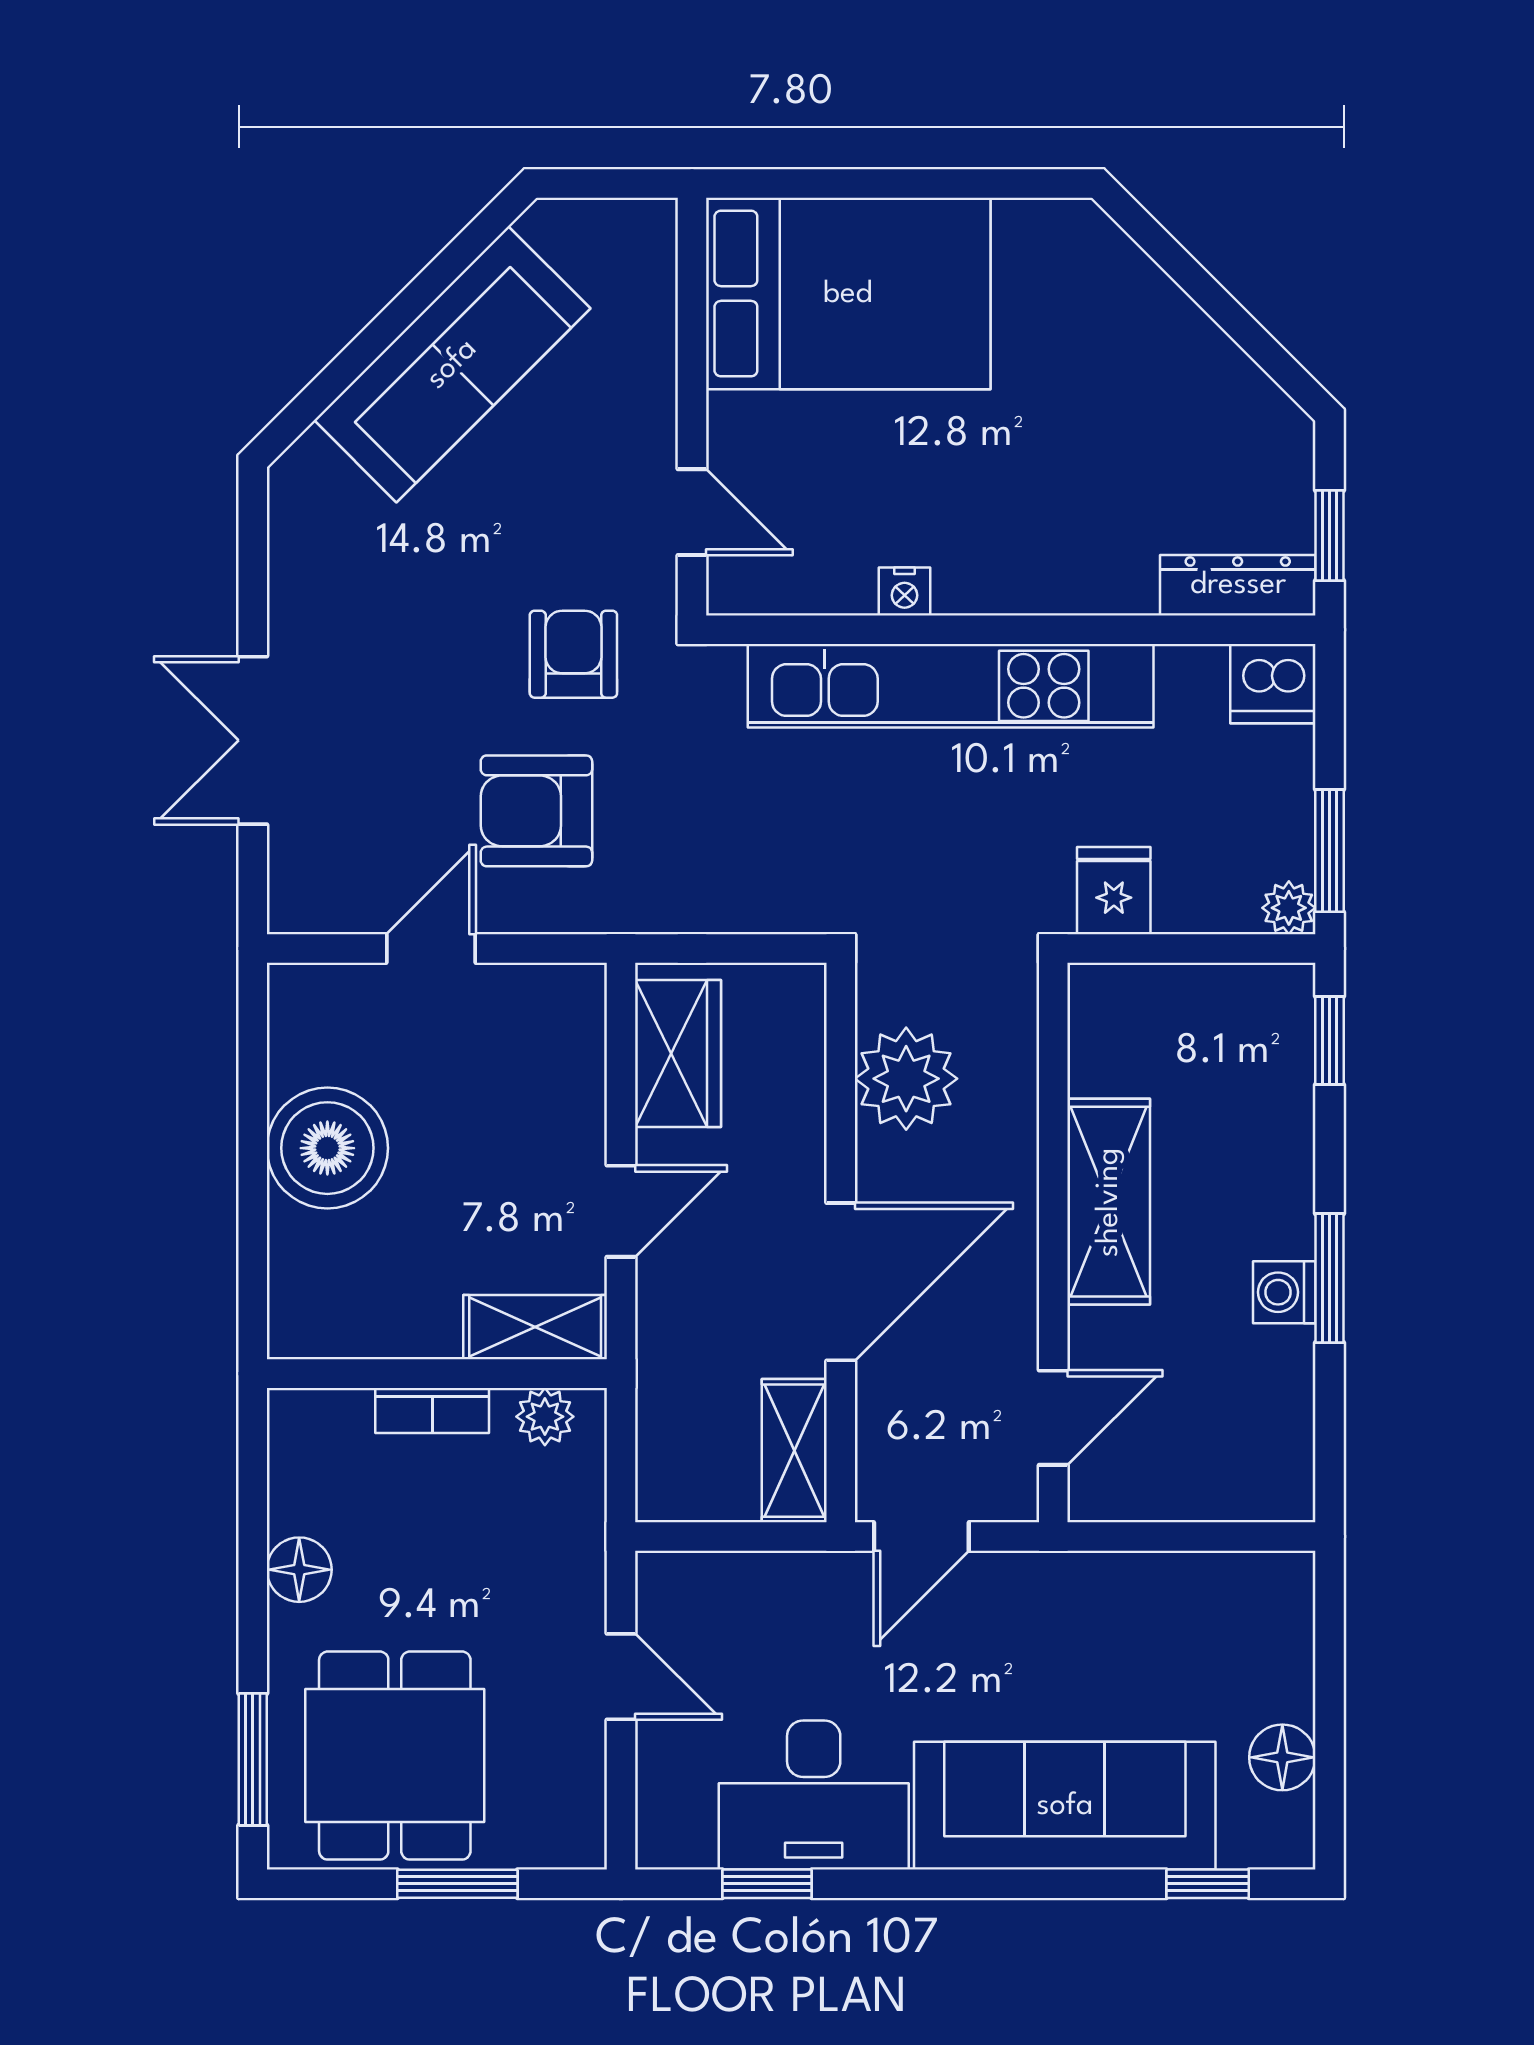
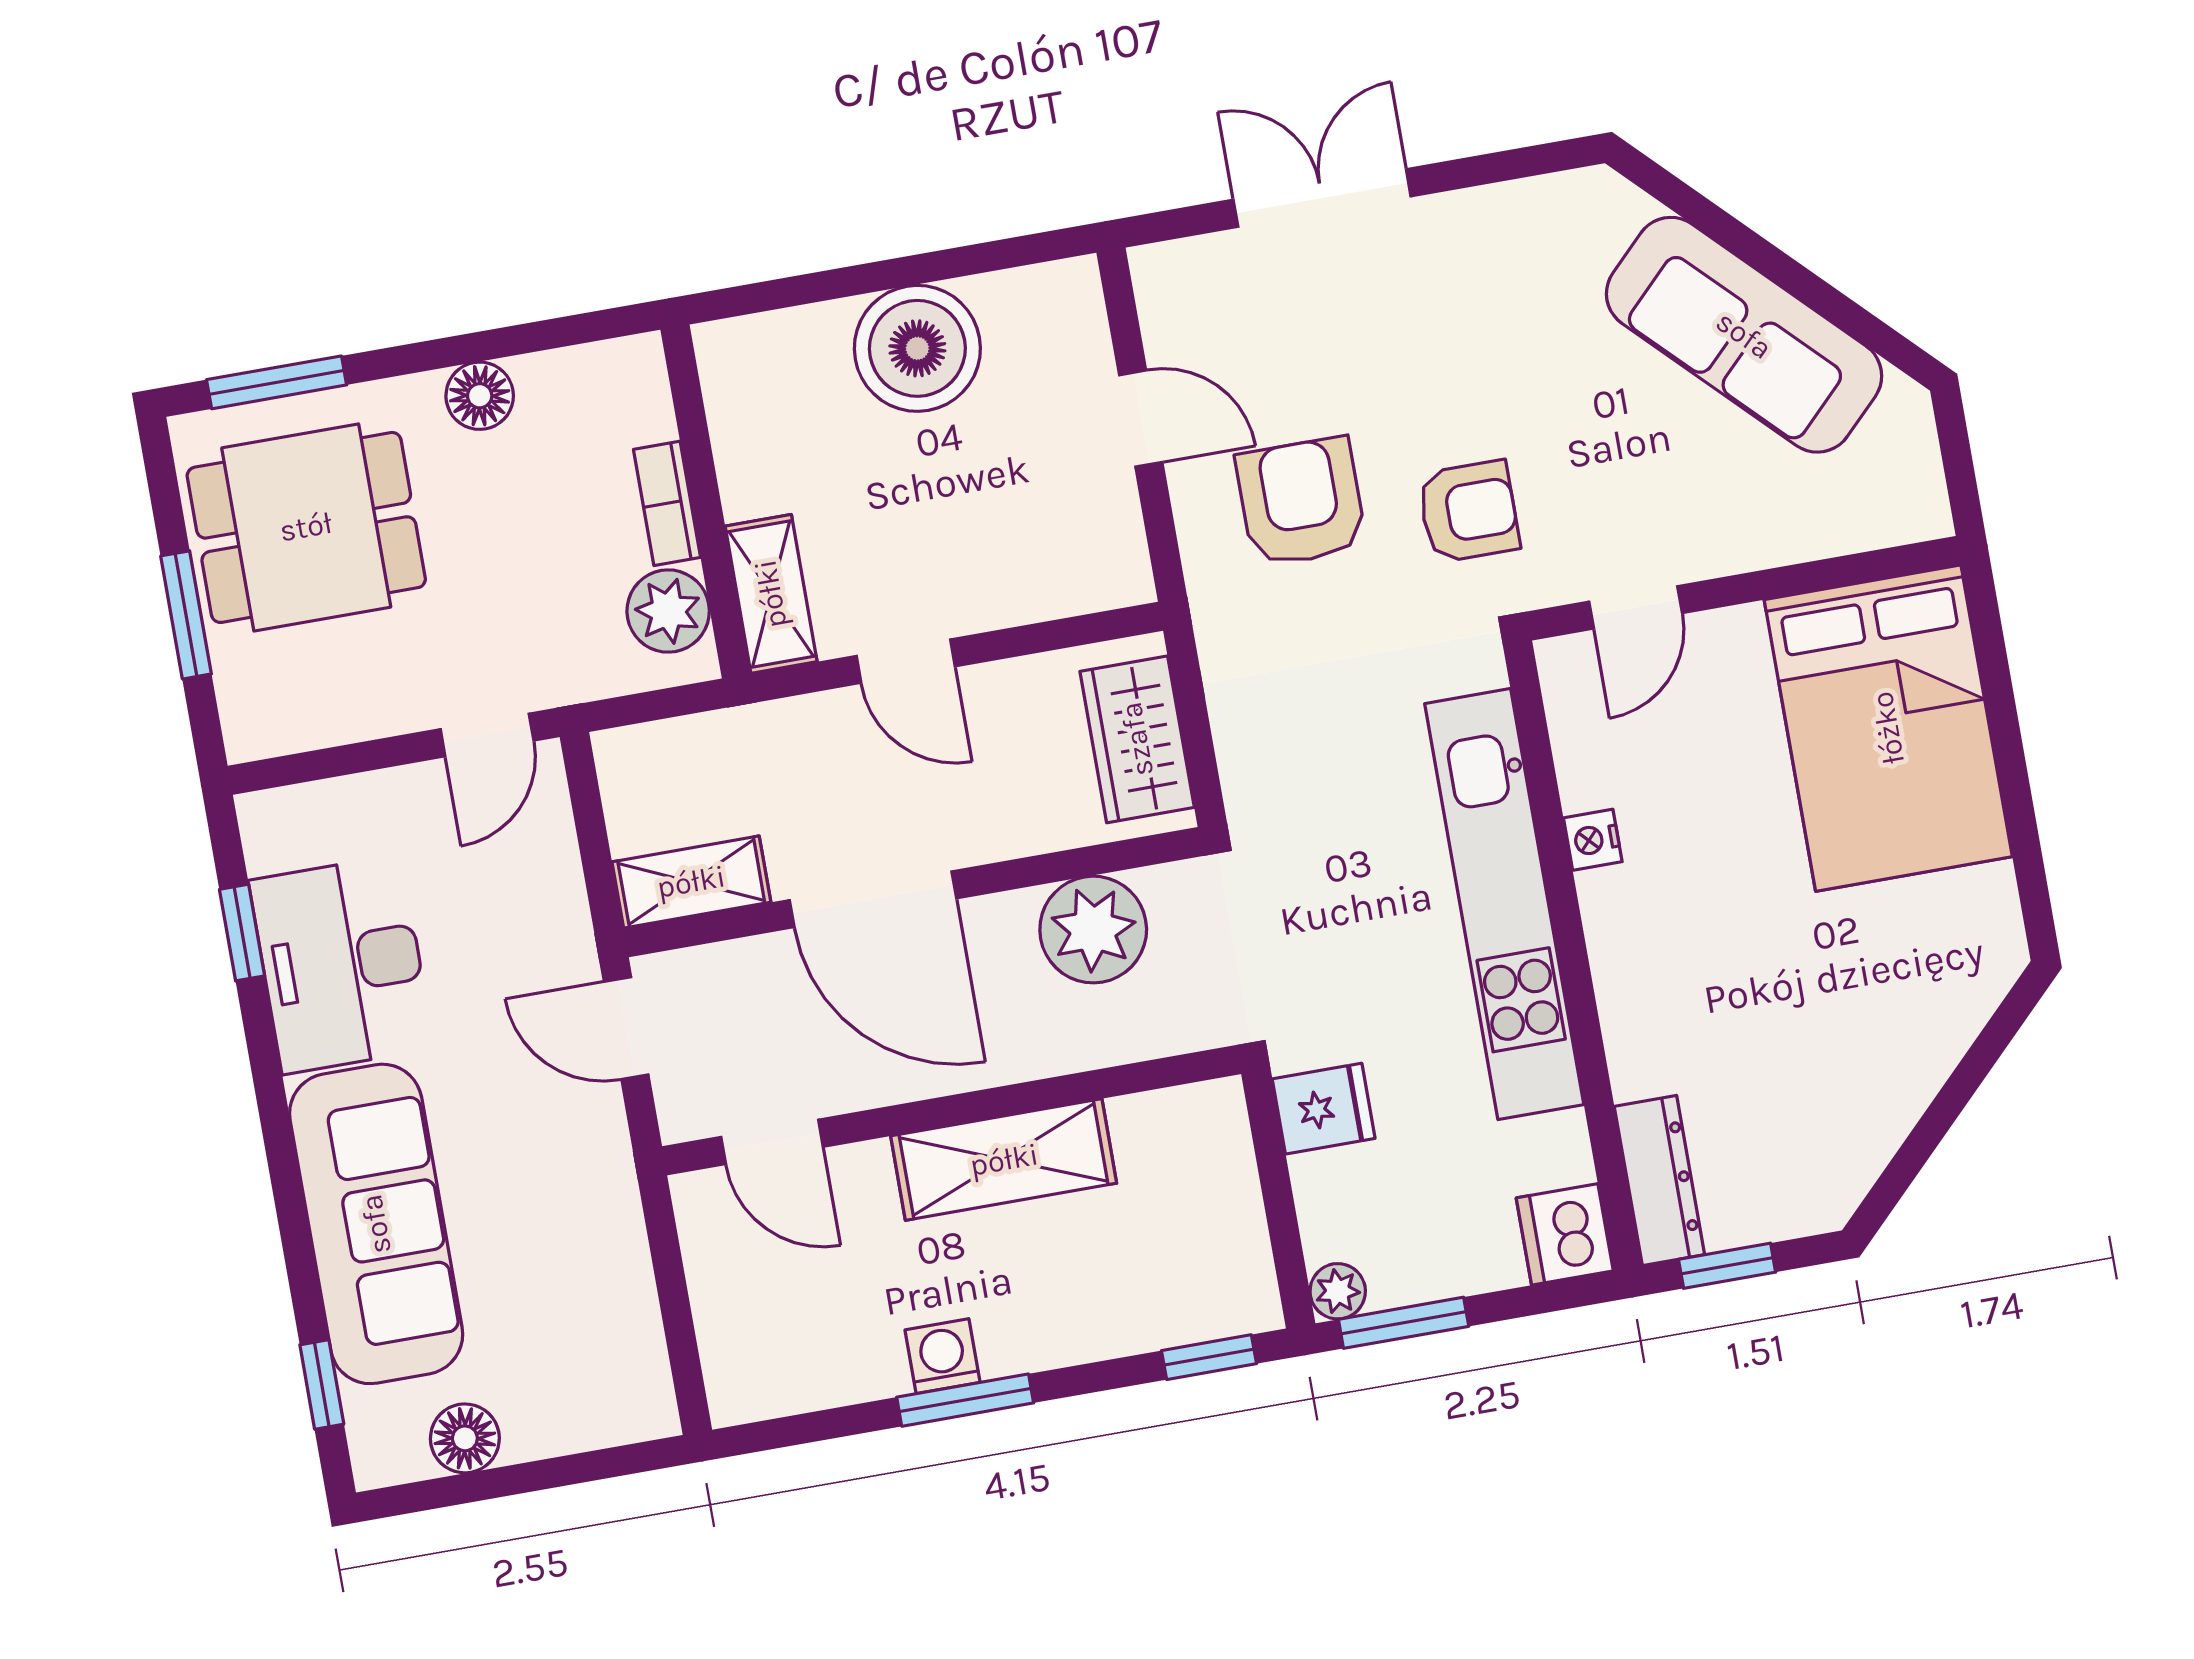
wardrobe: (678, 1054) -> (1137, 739), moved, turned 90
plant: (545, 1417) -> (668, 611), width x1.38, depth x1.38
door: (621, 1677) -> (487, 735), moved

